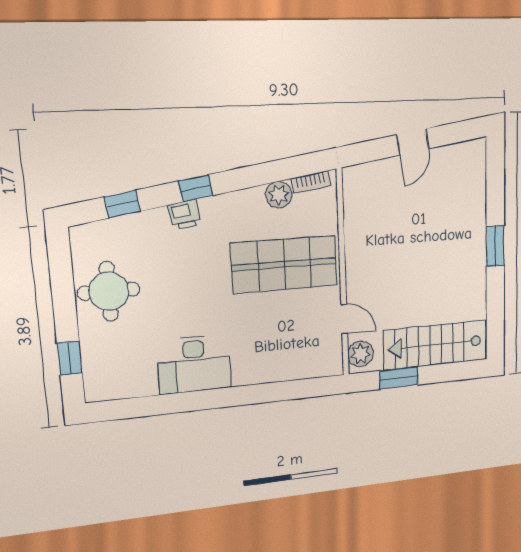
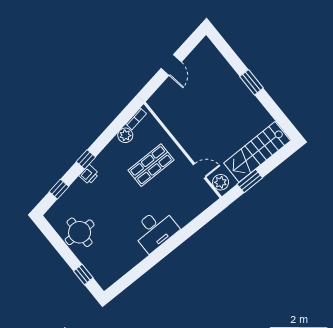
shop shelf: (284, 264) -> (151, 165), width x0.70, depth x0.74
desk: (194, 364) -> (155, 230), moved

